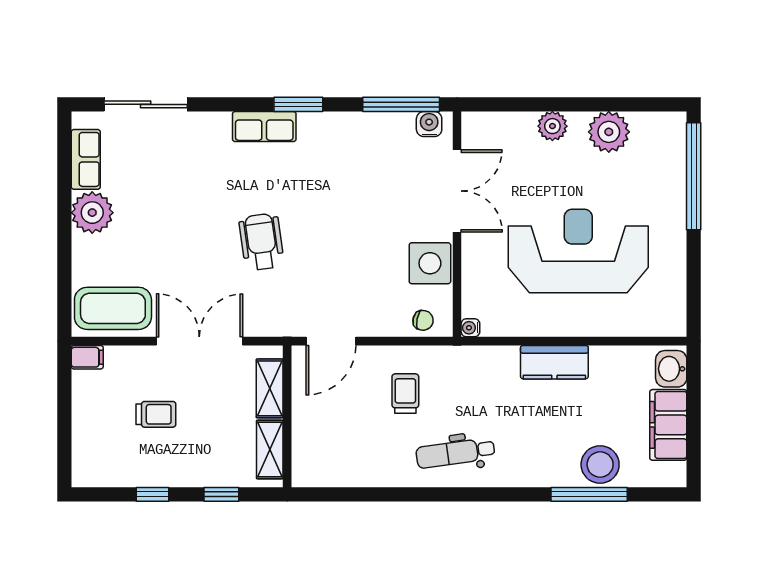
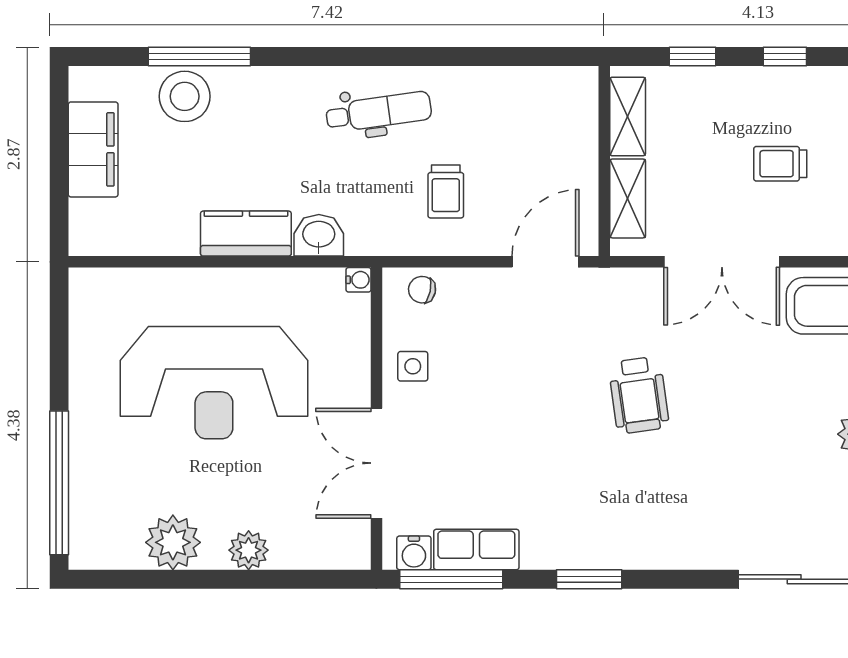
row of seats: (264, 127) -> (476, 550), moved
side table: (430, 263) -> (413, 366), width x0.54, depth x0.54
washbasin: (671, 369) -> (319, 235), moved, turned -90

